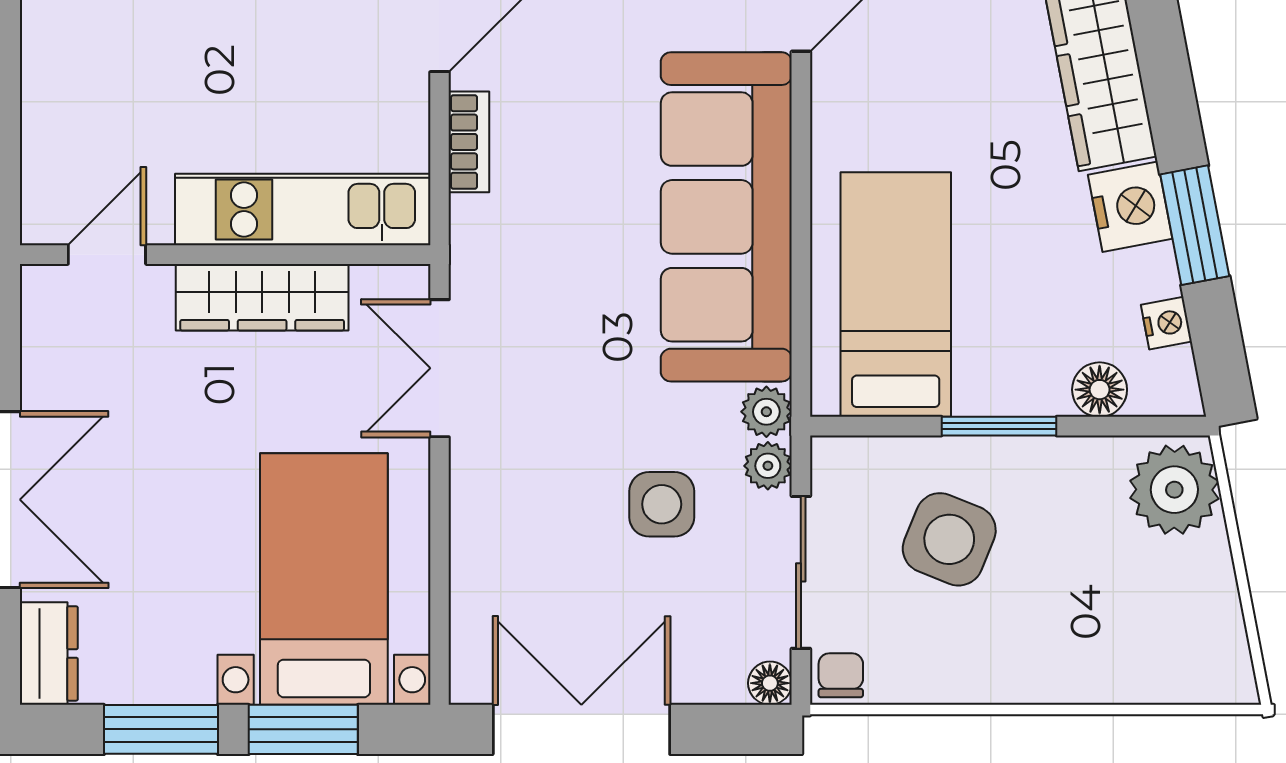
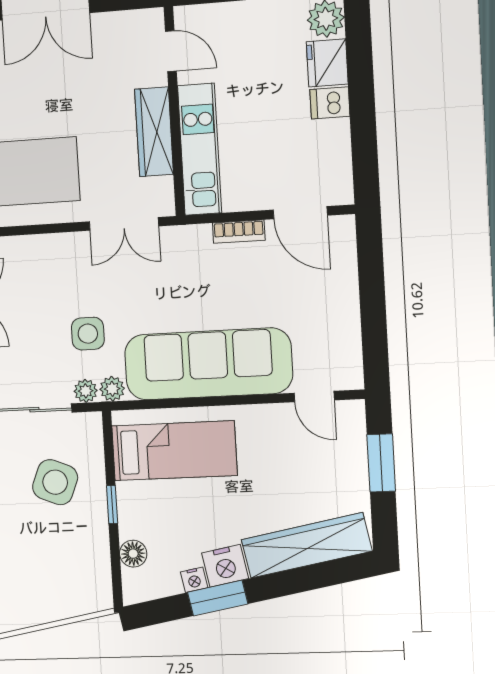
nightstand: (1166, 323) -> (194, 580), moved
double door: (439, 368) -> (124, 224), swing flipped
window: (999, 426) -> (112, 505), width x0.67
plant: (1174, 490) -> (86, 592), removed
side table: (662, 504) -> (88, 334), moved

